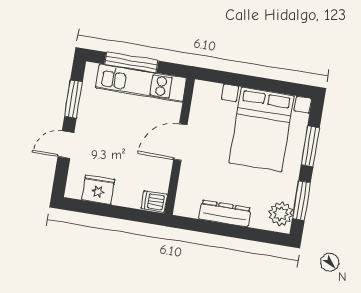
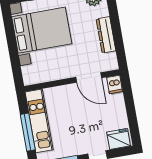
door: (180, 142) -> (89, 78), moved
fridge: (98, 190) -> (119, 139), moved, turned 90

